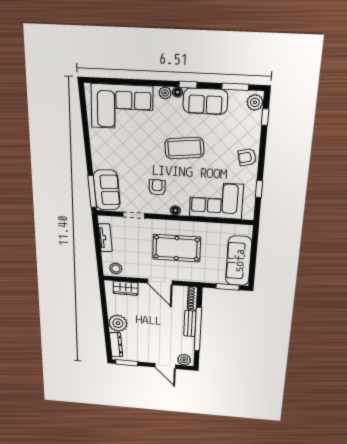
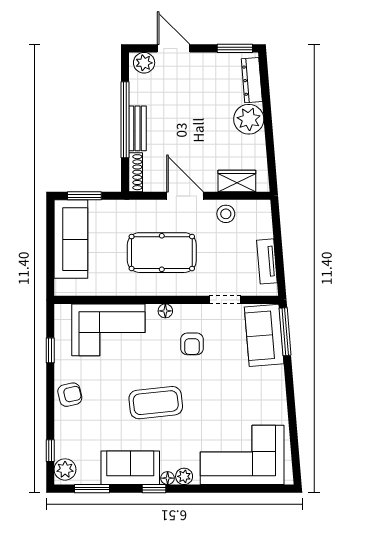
stool: (116, 268) -> (226, 214), moved

